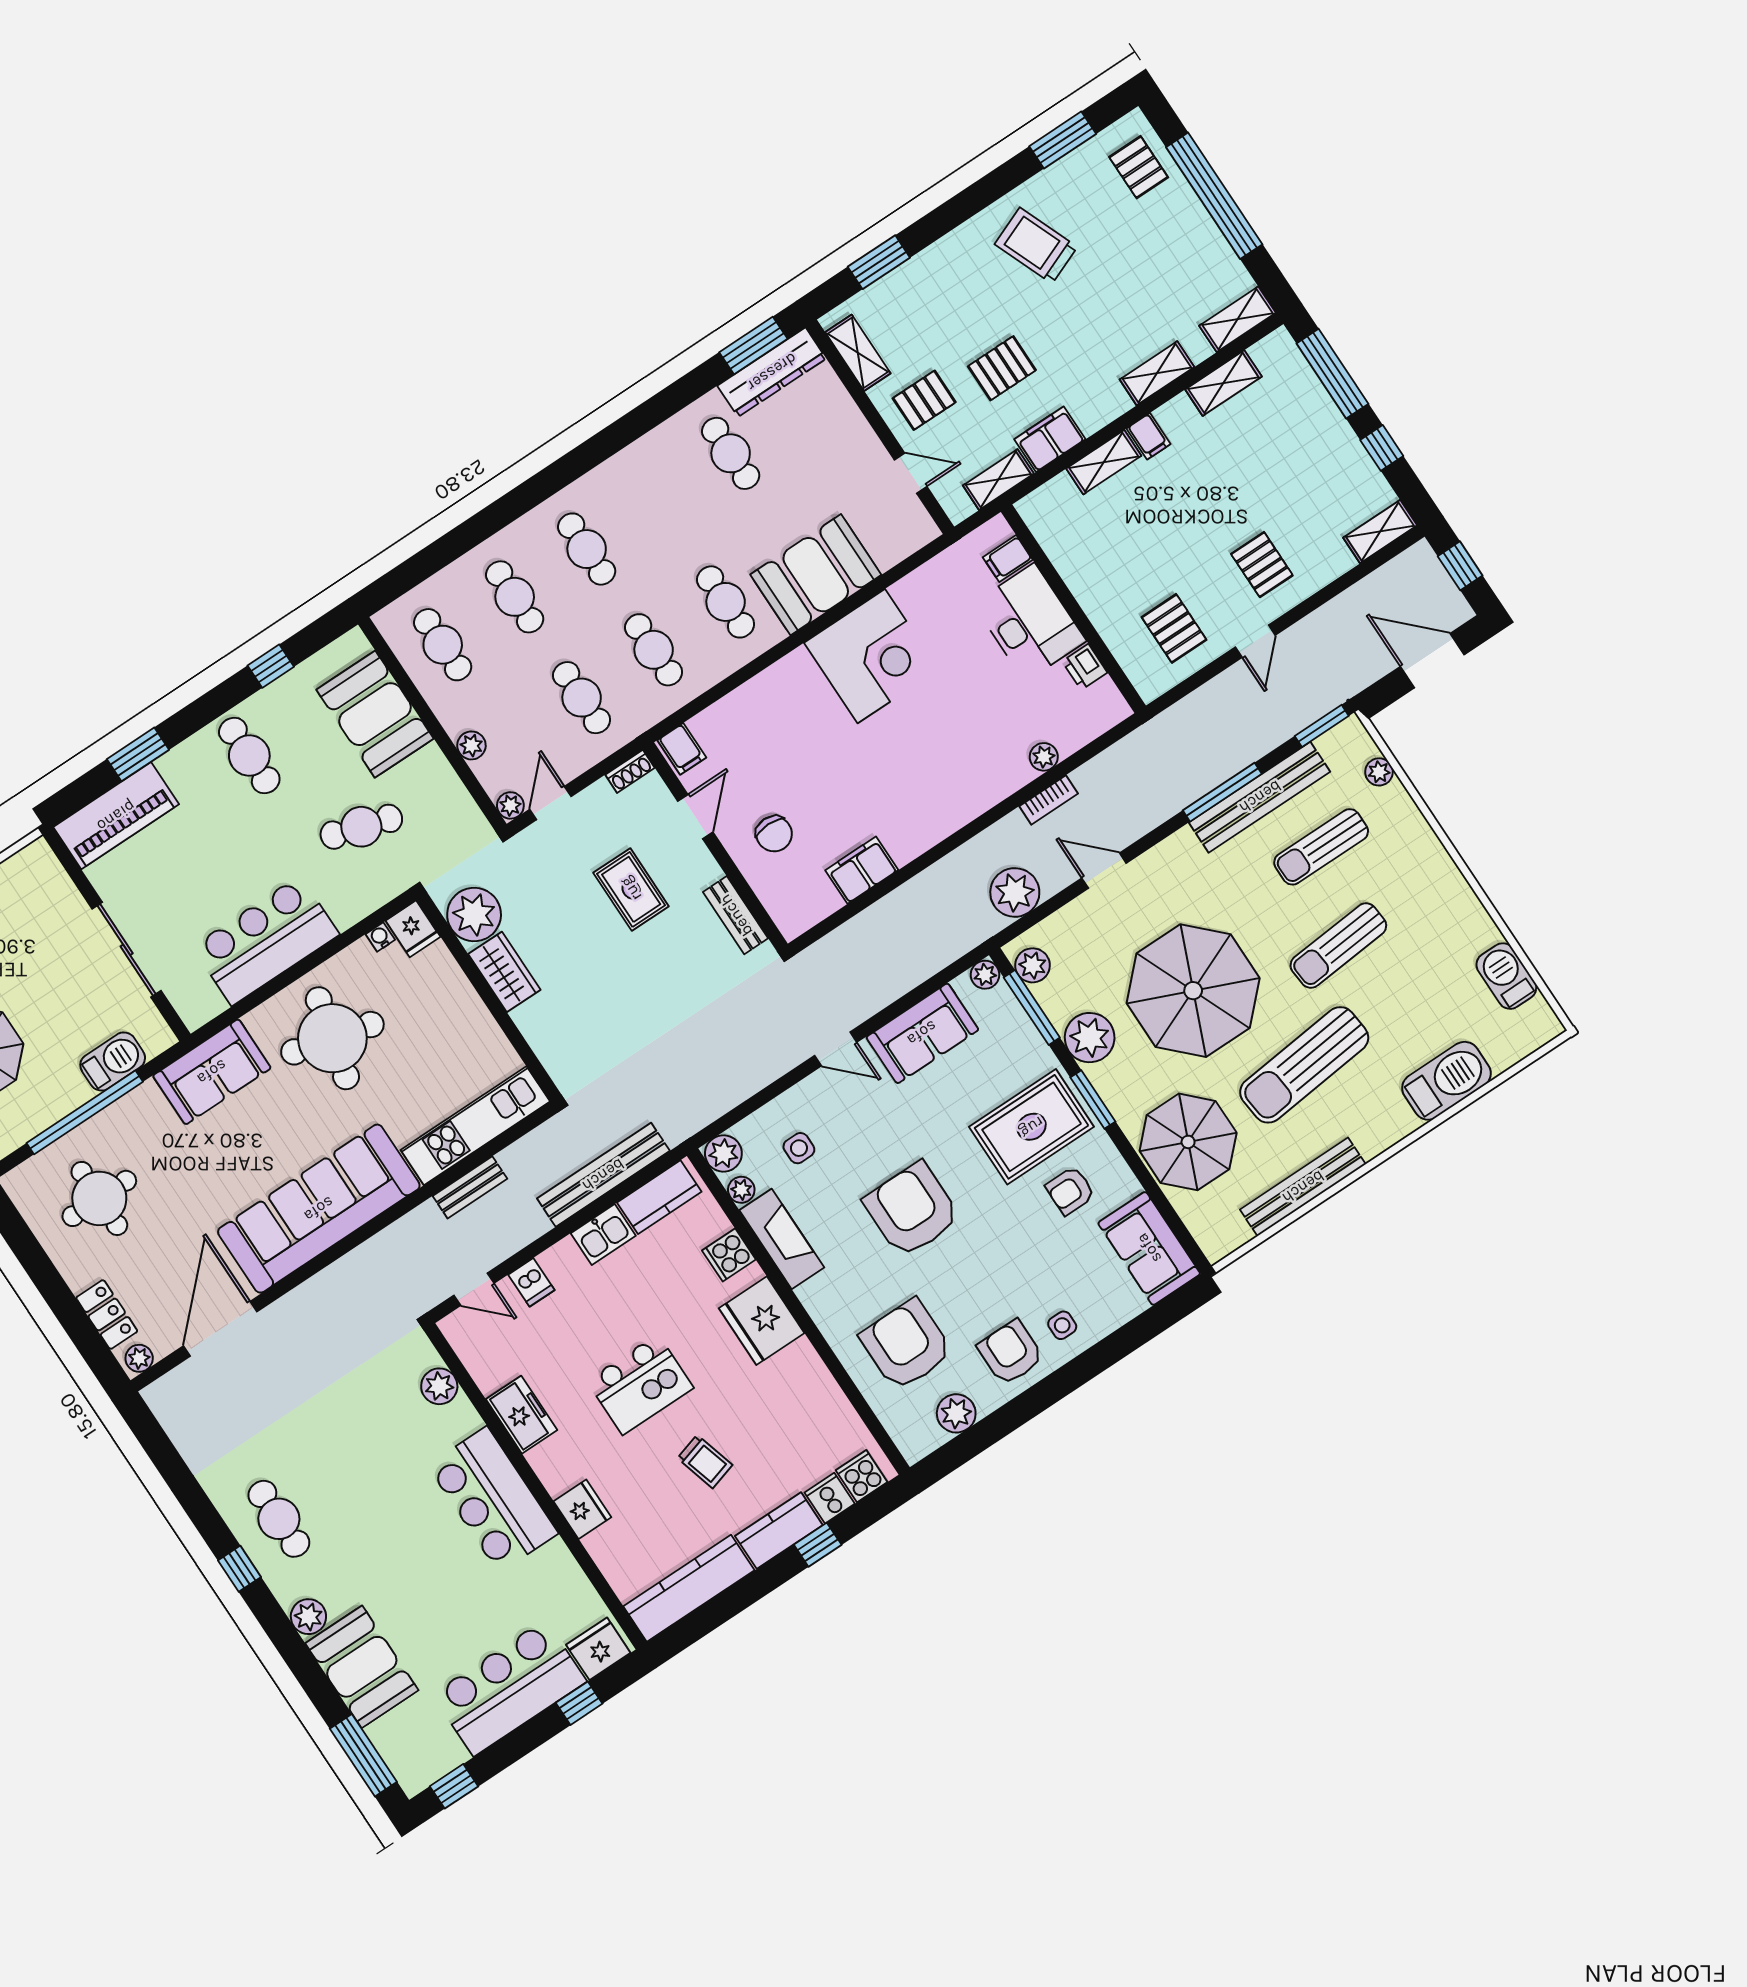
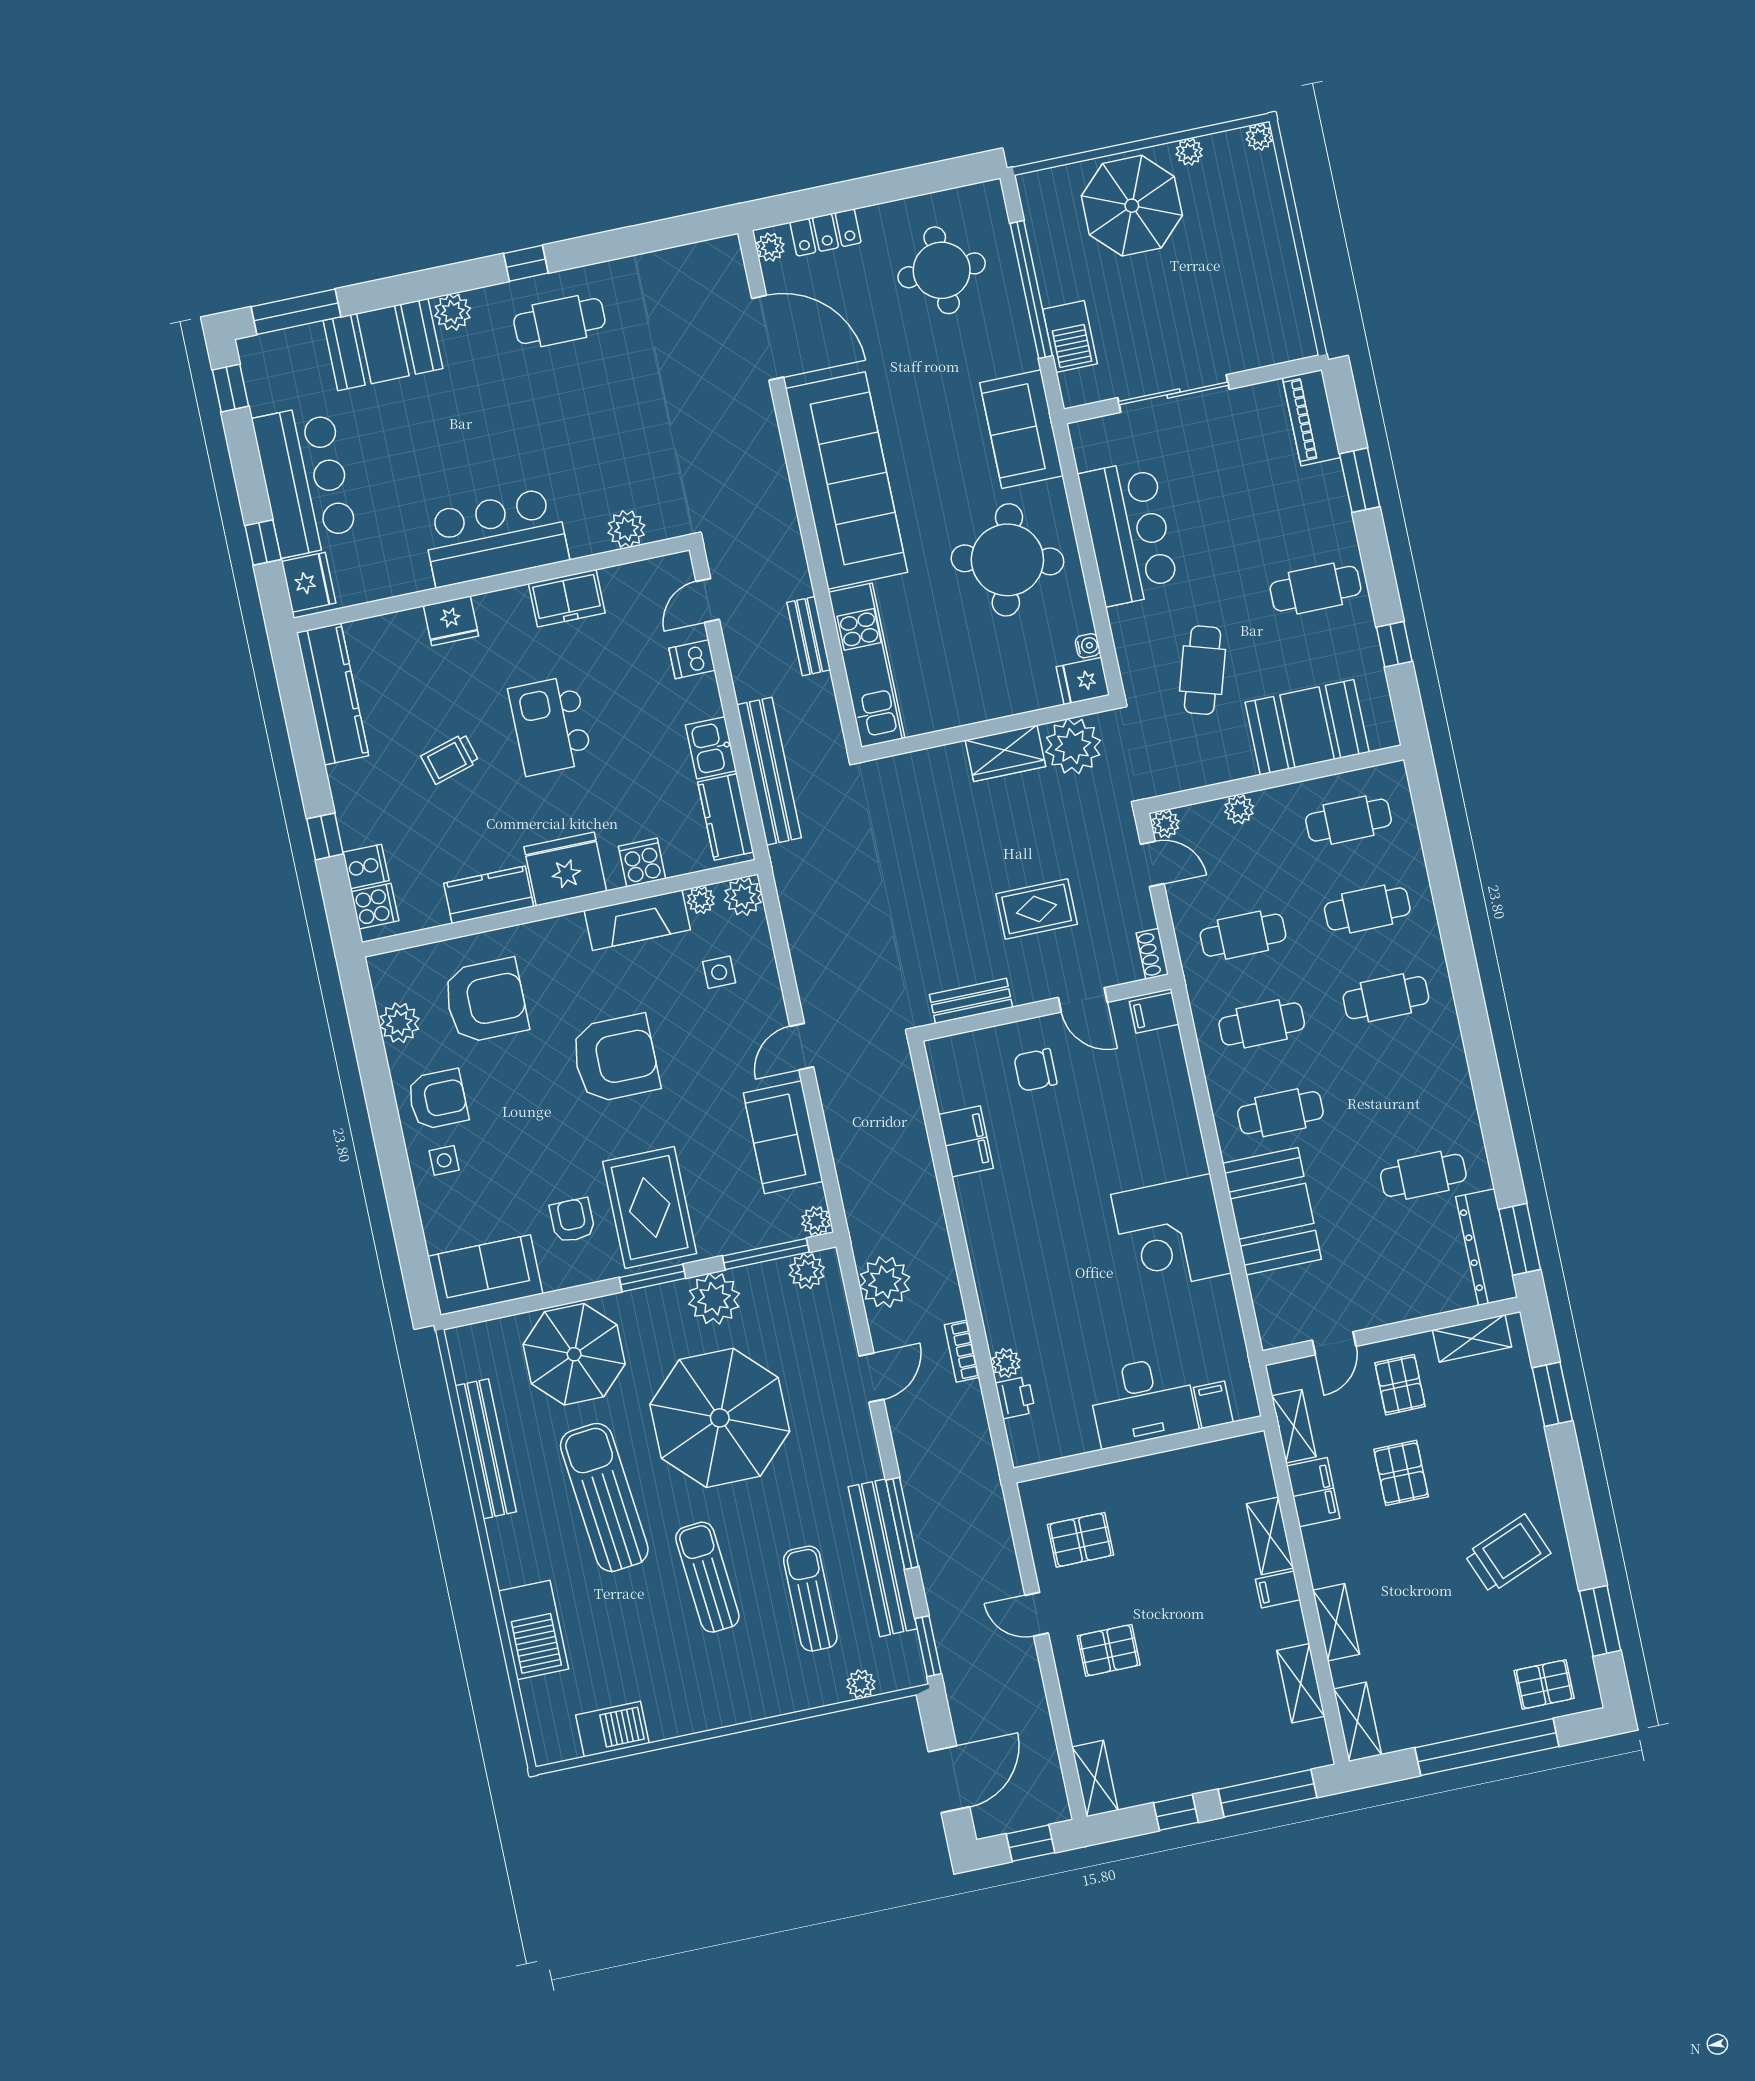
printer: (1085, 667) -> (1015, 1398), moved, turned 90
piano: (116, 816) -> (1312, 418), width x0.73, depth x0.75
kitchen counter: (779, 1530) -> (489, 895), moved, turned -90

